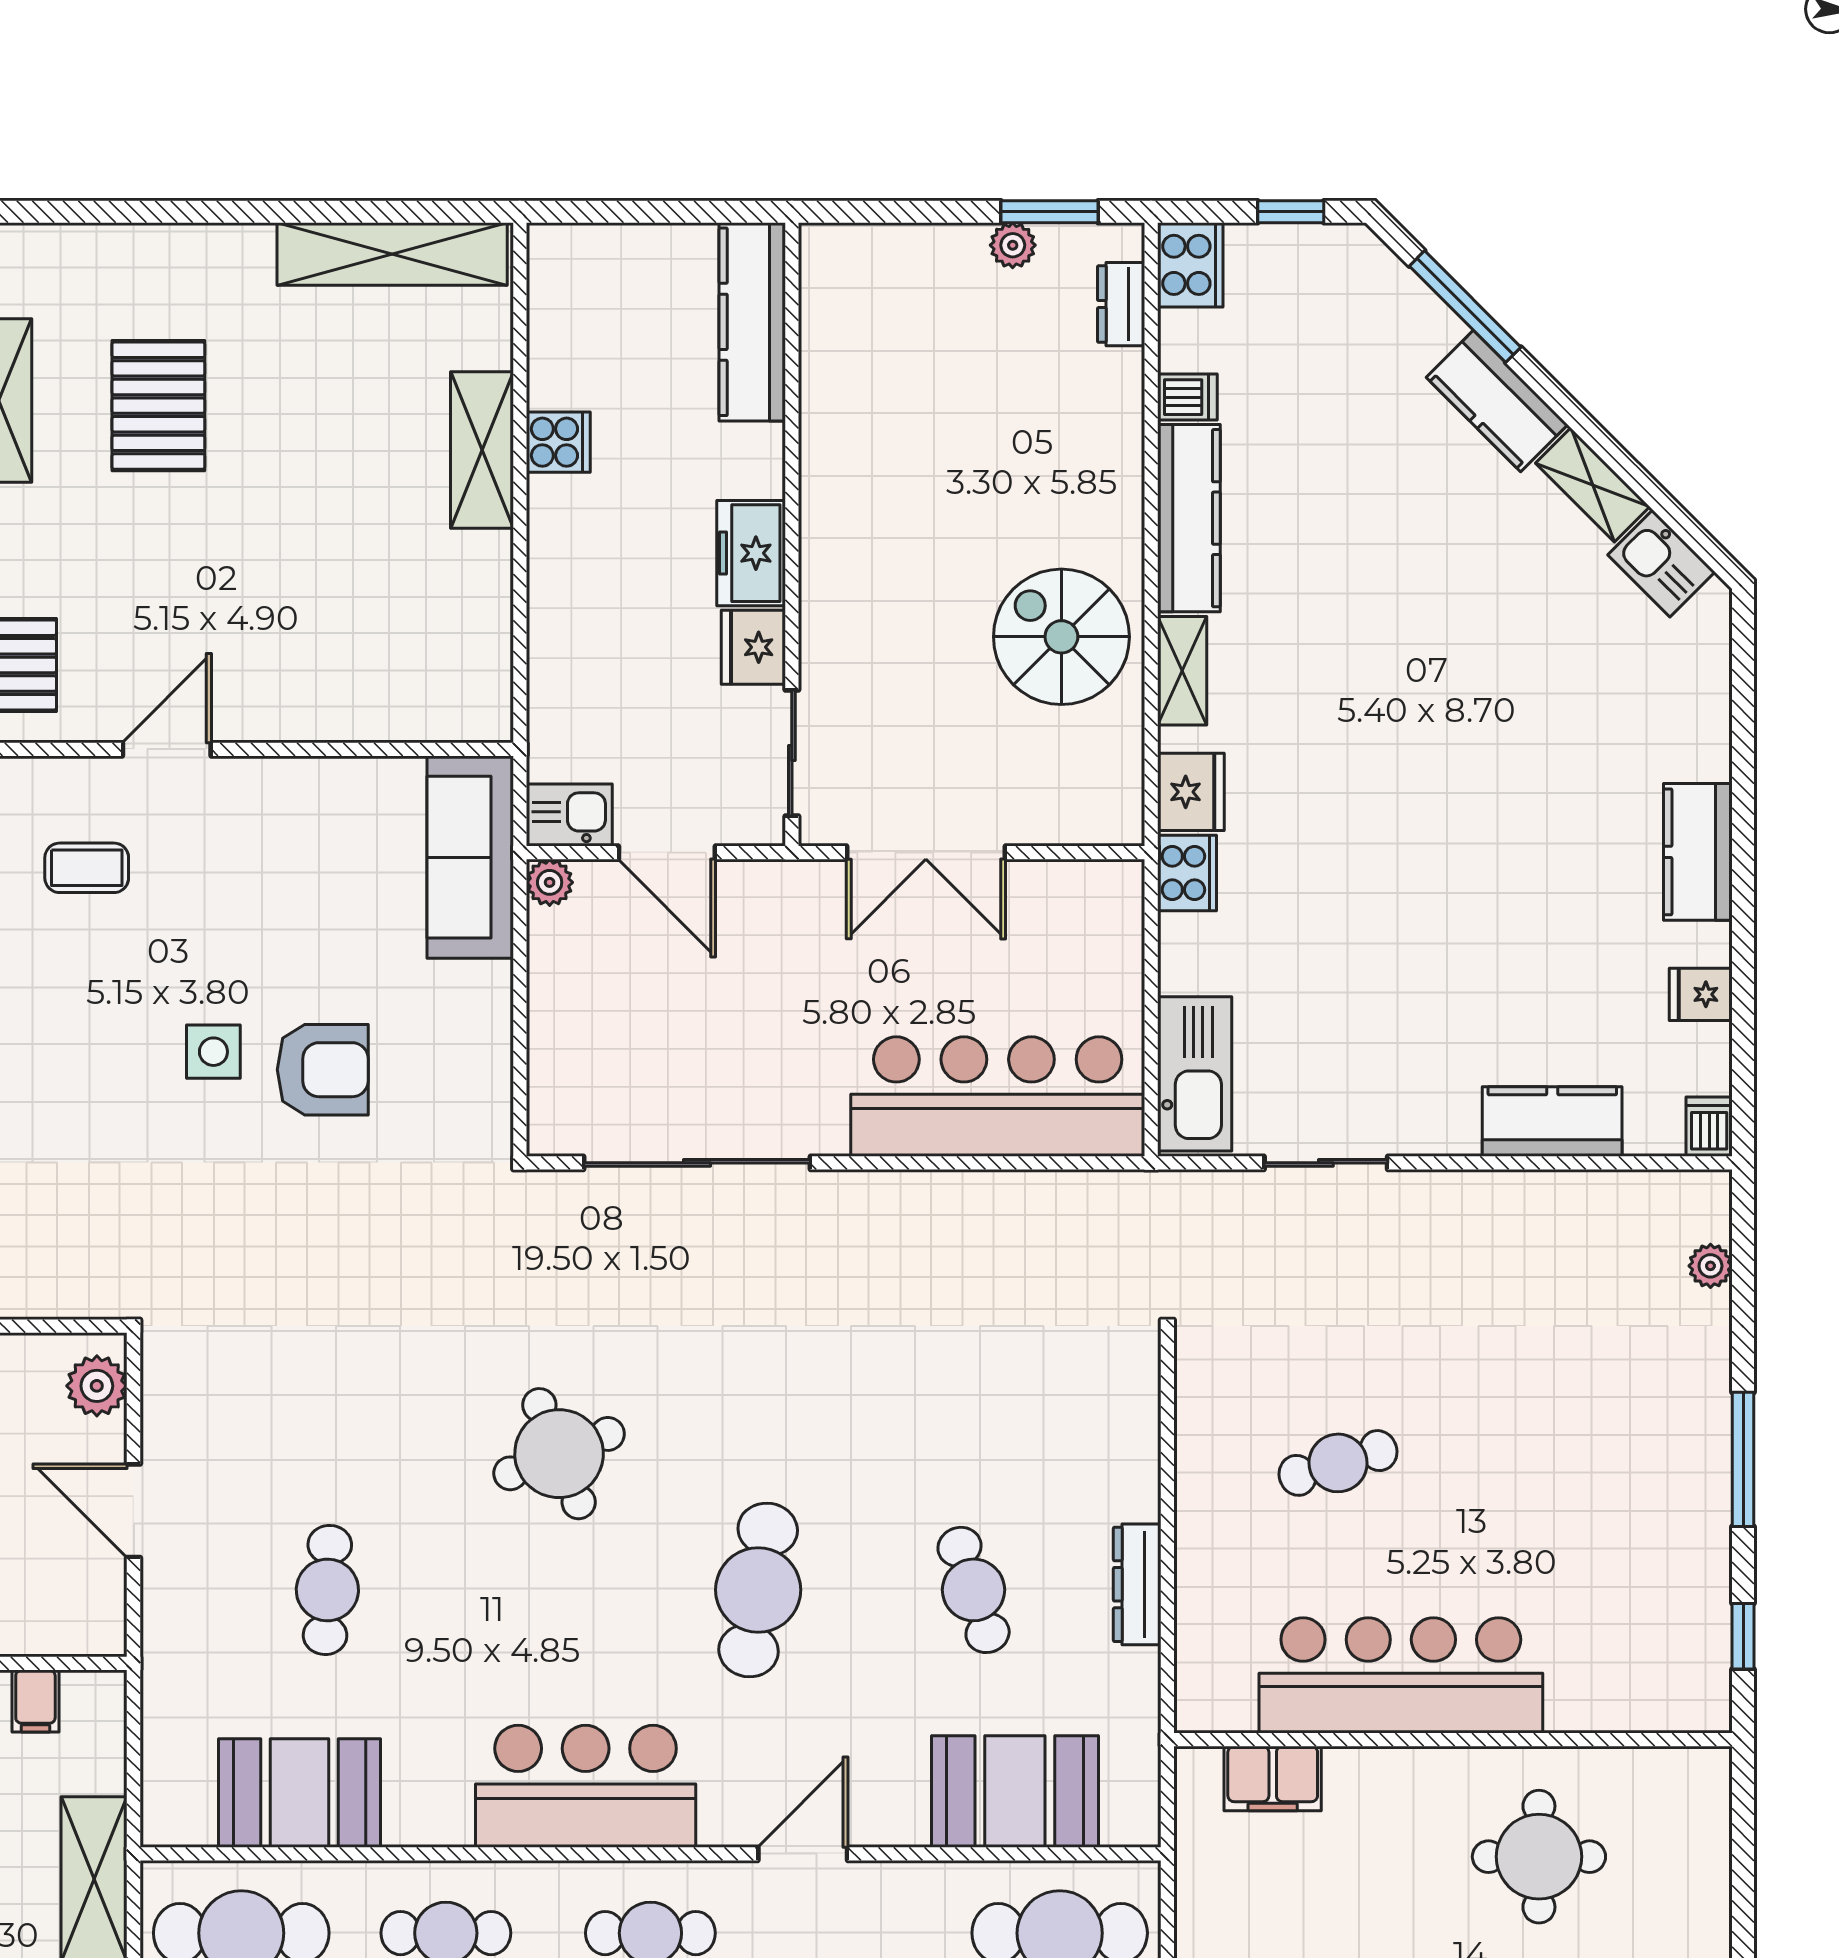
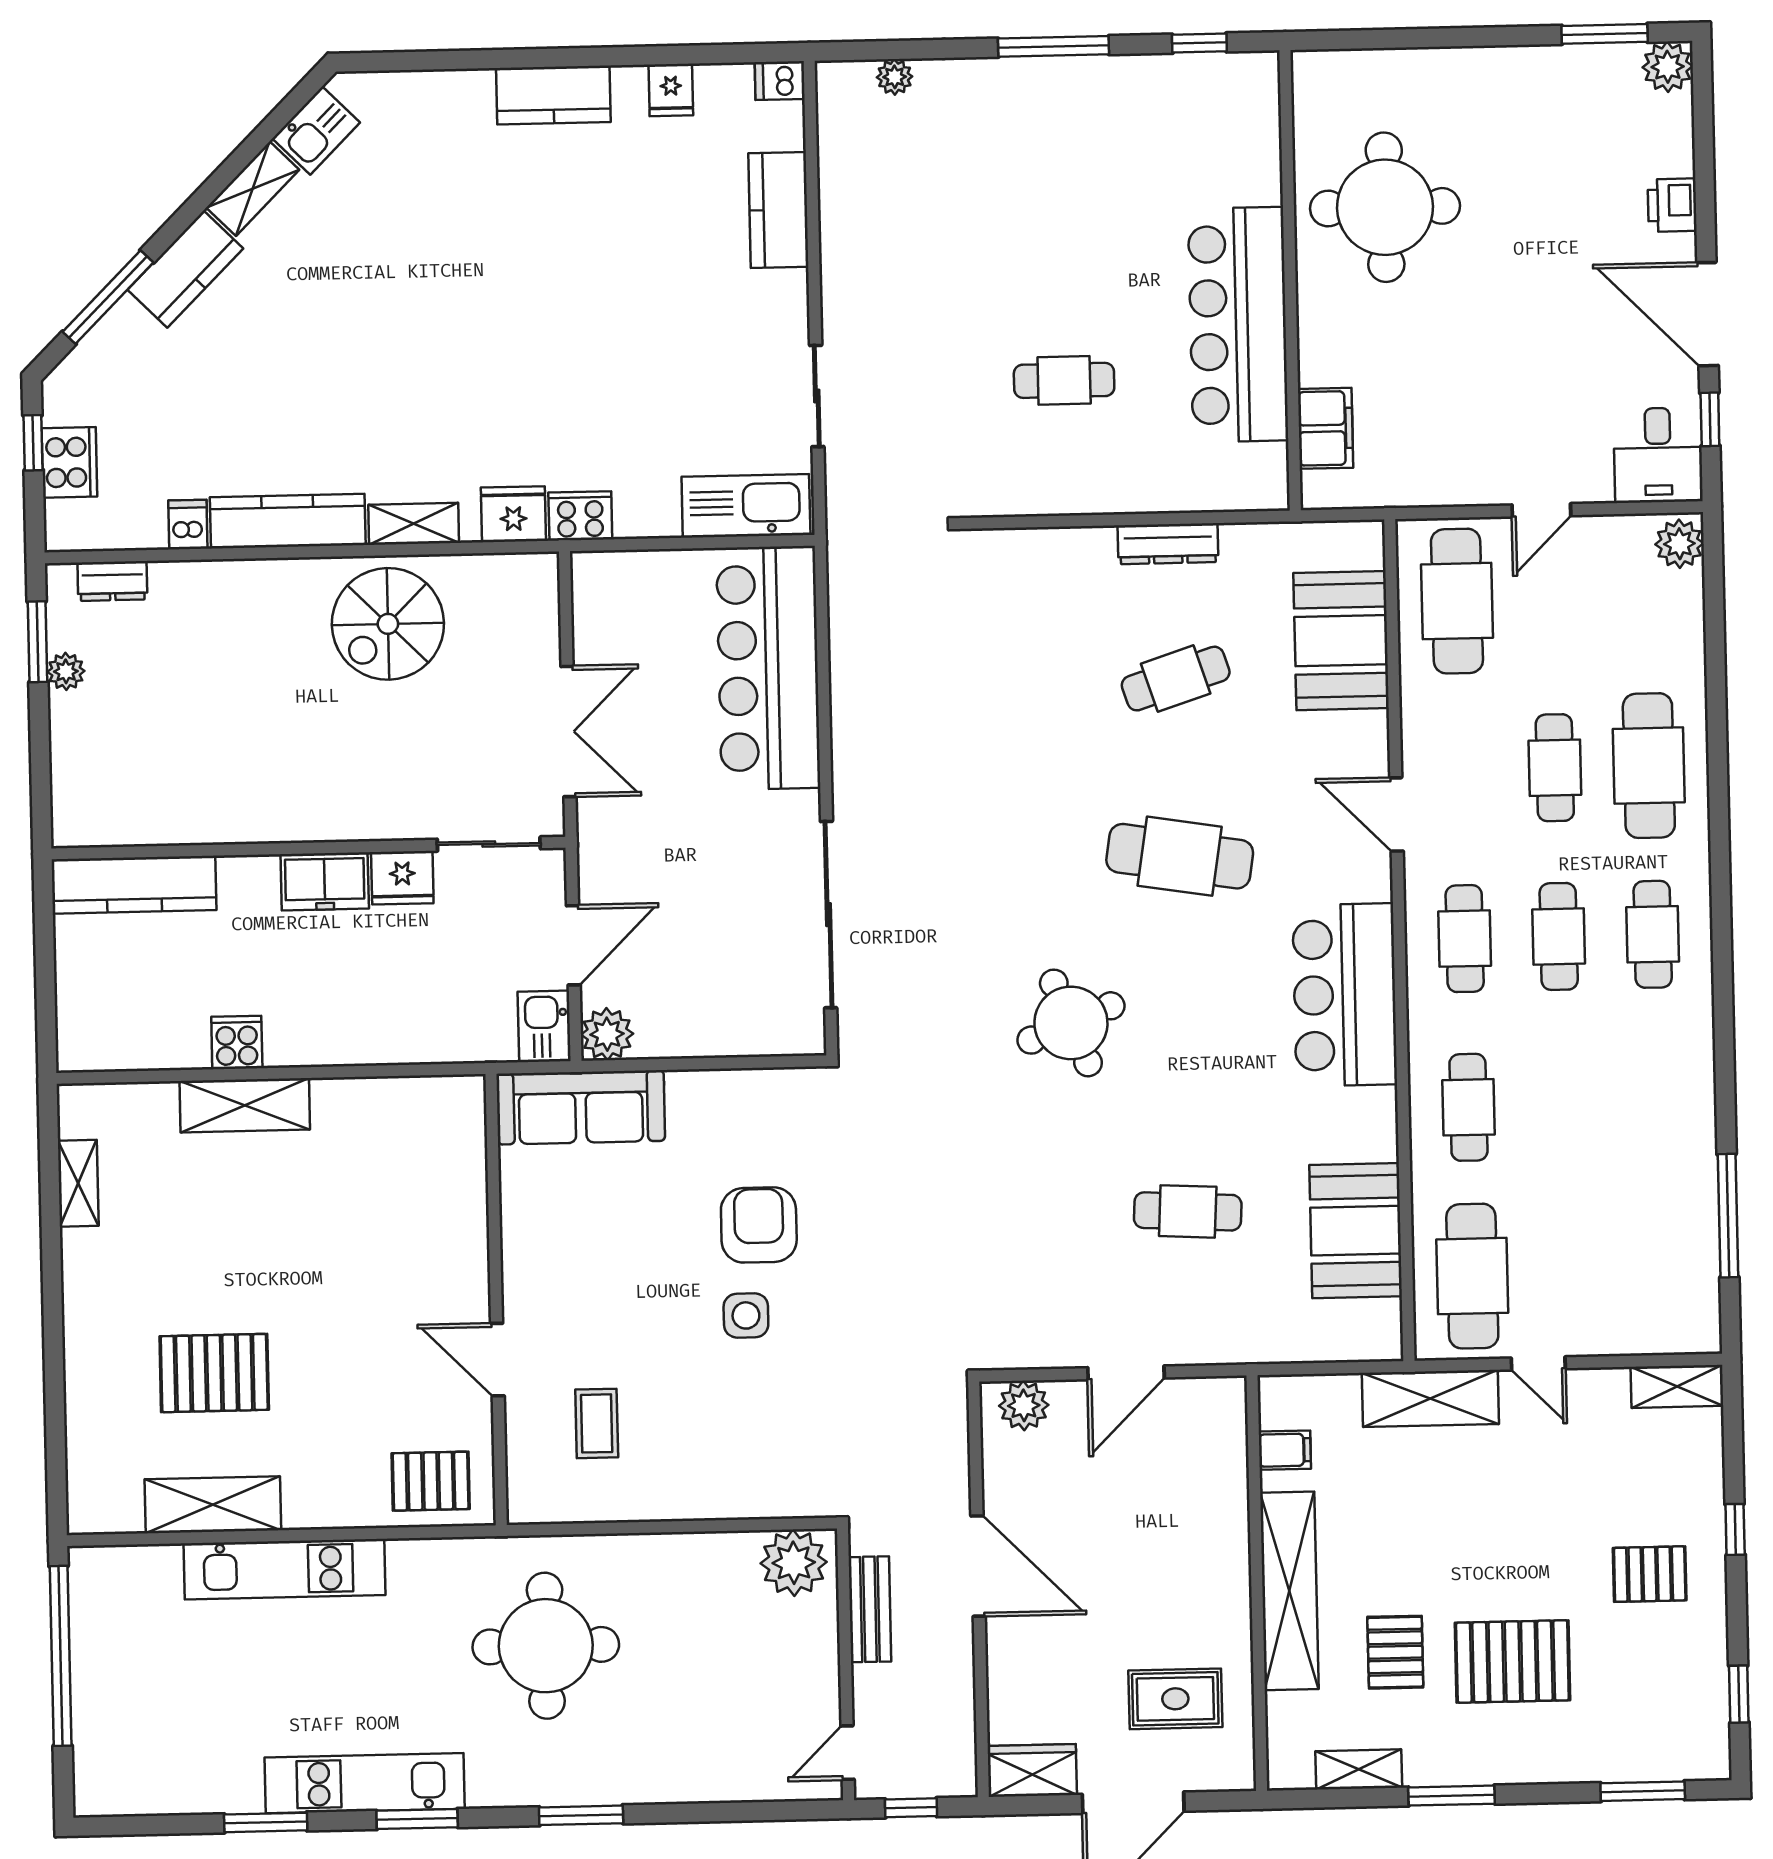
shelving: (392, 254) -> (78, 1183), width x0.45, depth x0.75
cooker: (1190, 265) -> (69, 462), moved, turned 90
plant: (550, 882) -> (607, 1034), width x1.38, depth x1.38
cafe table: (1338, 1463) -> (1064, 380), turned -73
round table: (1539, 1857) -> (1385, 207), width x1.36, depth x1.36

